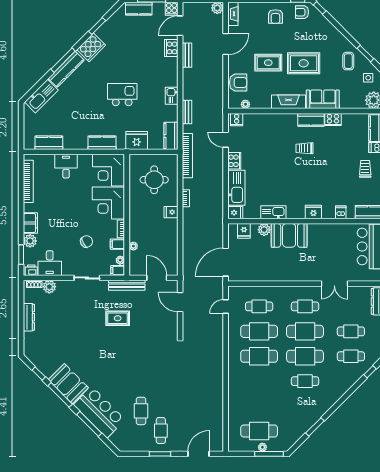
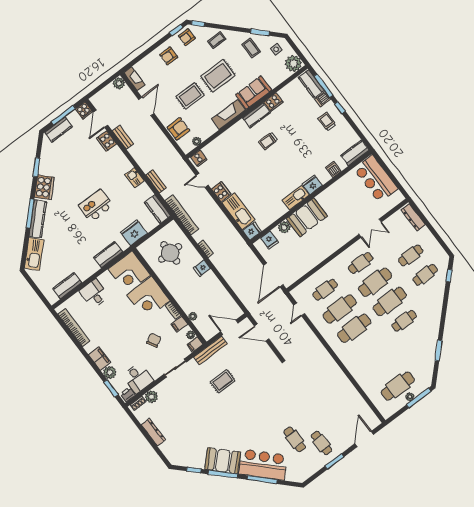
armchair: (275, 16) -> (169, 56), turned 90
coffee table: (325, 33) -> (217, 40), added
kitchen sink: (273, 212) -> (296, 198), moved

